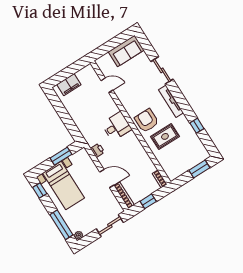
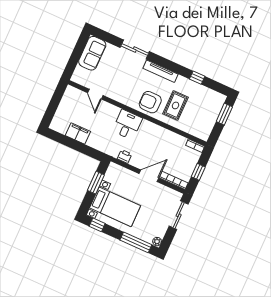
filing cabinet: (69, 85) -> (78, 133), moved, turned -90
door: (107, 85) -> (95, 94), swing flipped

